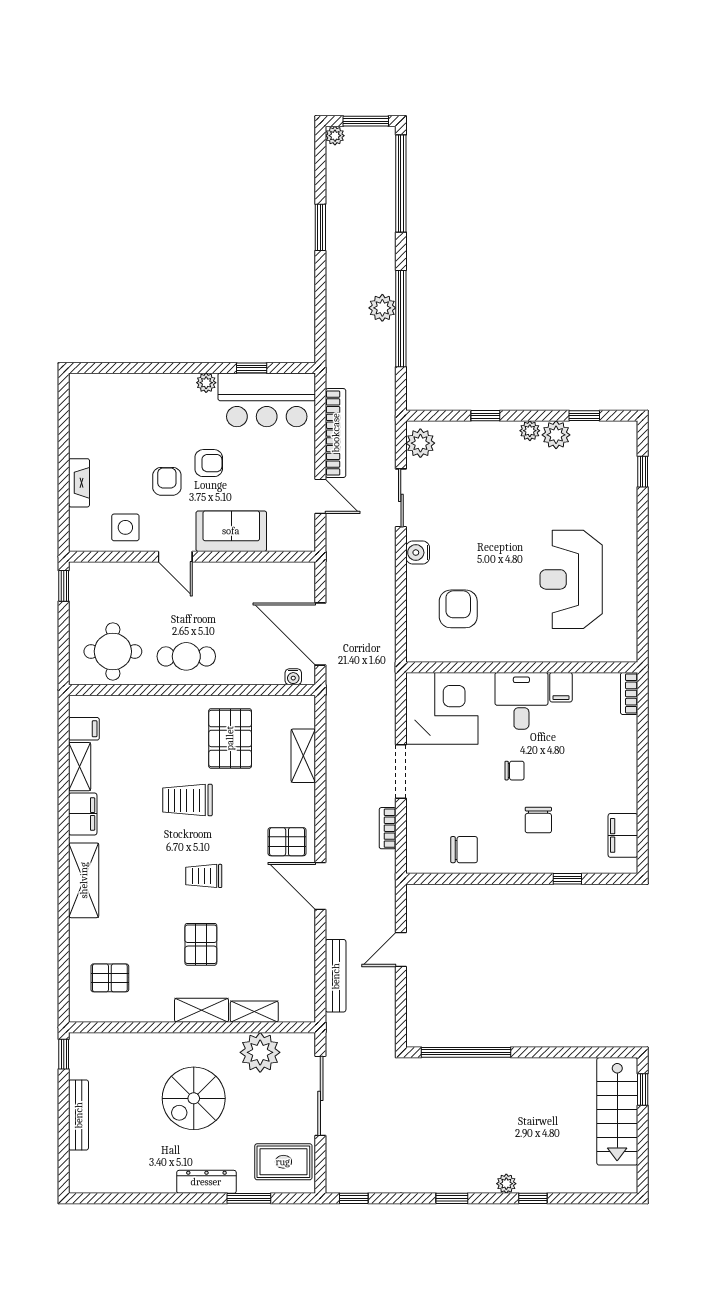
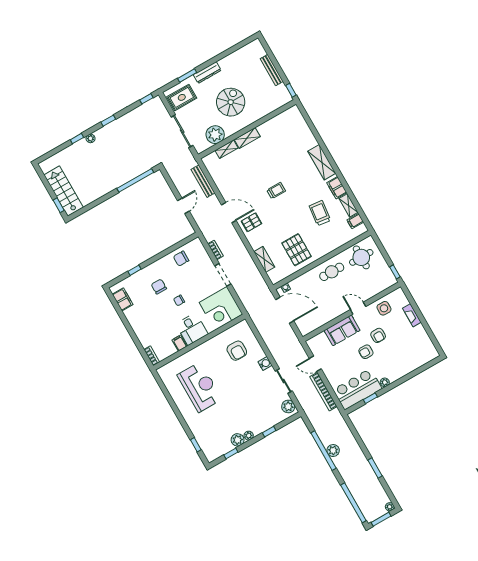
trolley: (187, 800) -> (320, 213), moved, turned -83
pallet: (201, 944) -> (262, 163), removed
pallet: (110, 978) -> (290, 130), removed

